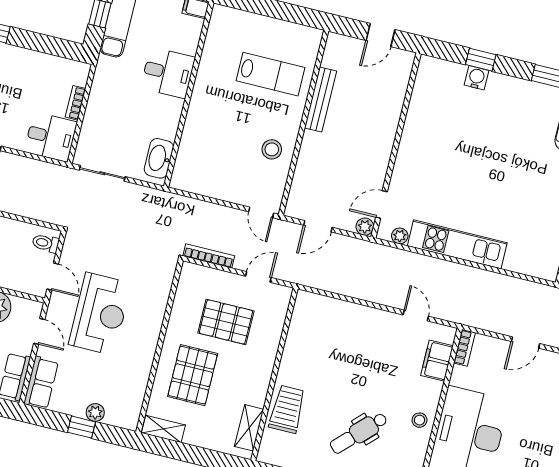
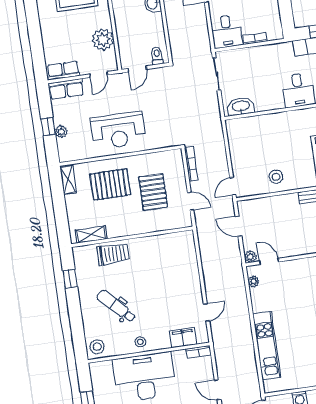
kitchen unit: (457, 244) -> (267, 346), moved
reception desk: (100, 314) -> (118, 131), moved

